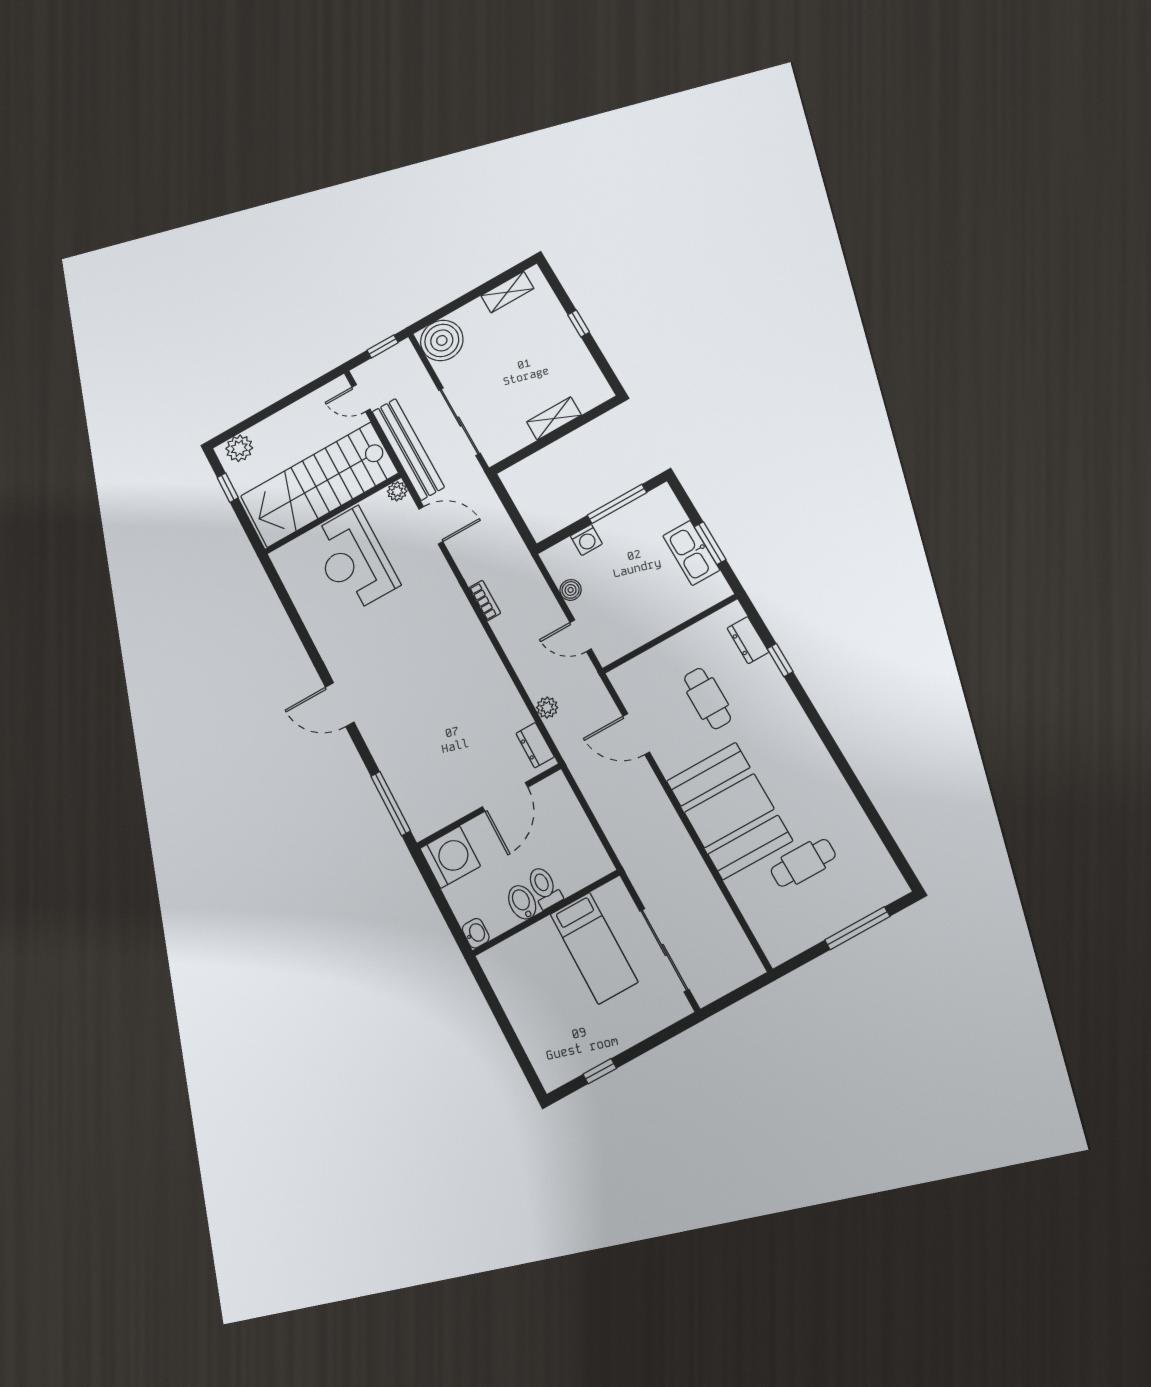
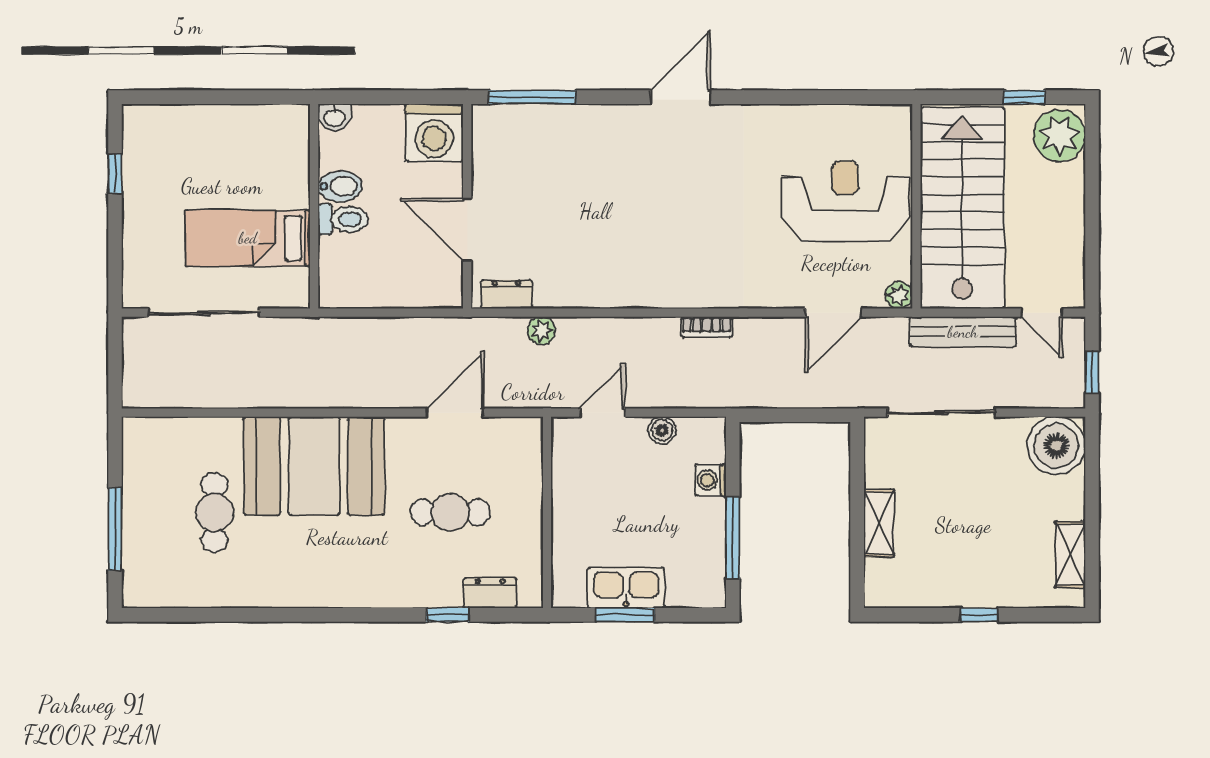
door: (361, 398) -> (1042, 313), swing flipped
plant: (239, 448) -> (1059, 136), width x1.36, depth x1.36
bench: (408, 449) -> (963, 332), width x0.73, depth x0.82

